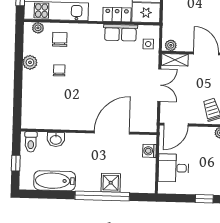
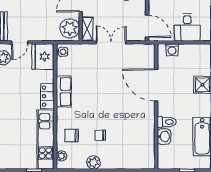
locker: (117, 15) -> (47, 96), moved
row of seats: (120, 33) -> (64, 91), moved
side table: (148, 44) -> (63, 52), moved
plant: (171, 45) -> (70, 28), width x1.88, depth x1.88
toilet: (31, 142) -> (167, 122), moved

